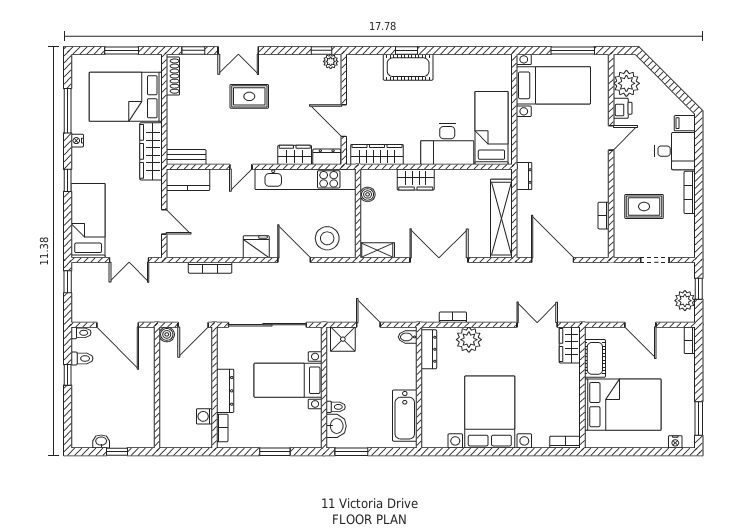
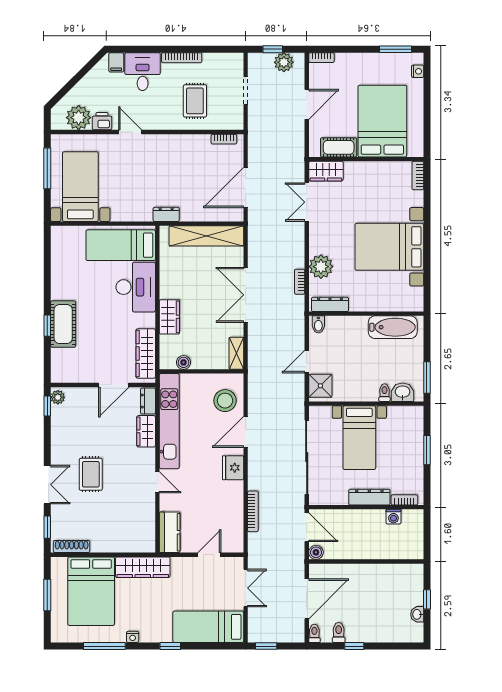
bench: (186, 157) -> (148, 534), removed
bookcase: (604, 216) -> (224, 139), moved

